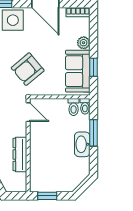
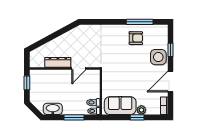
window: (93, 67) -> (137, 117), moved
armchair: (28, 69) -> (122, 68), removed
door: (28, 112) -> (79, 69), moved
washbasin: (82, 144) -> (53, 109), moved

